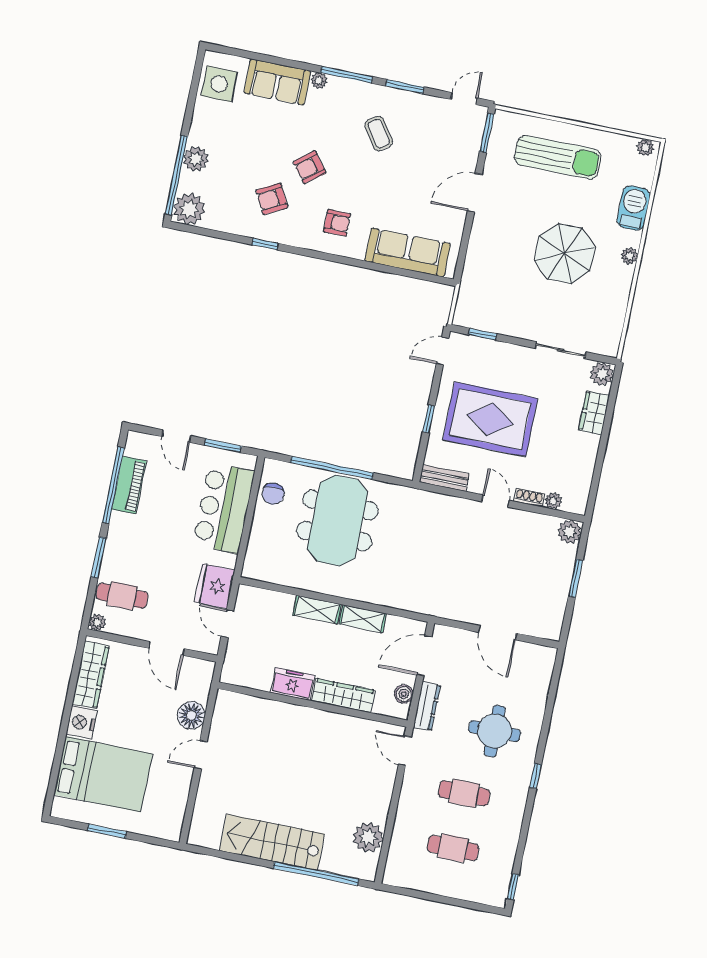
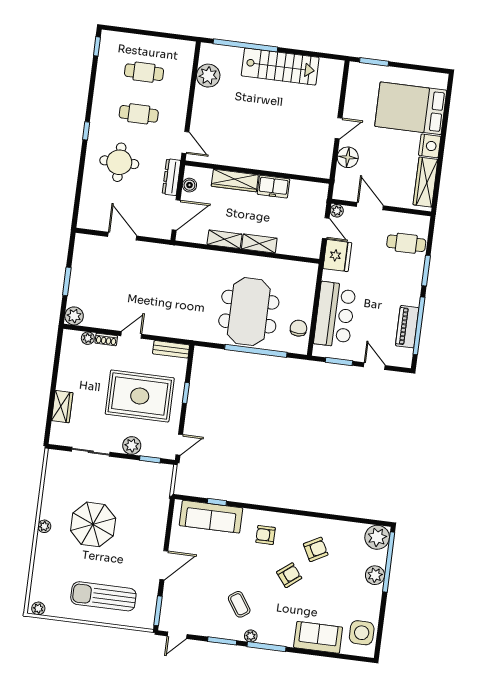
plant: (319, 81) -> (251, 636), moved
barbecue: (634, 208) -> (44, 562), removed
window: (265, 244) -> (217, 502), moved
plant: (602, 374) -> (132, 446), moved
door: (495, 501) -> (131, 335), swing flipped
plant: (97, 622) -> (337, 211), moved
window: (107, 831) -> (374, 62), moved

